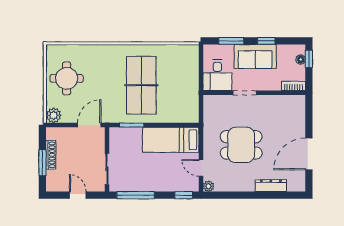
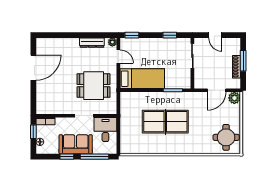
window: (231, 41) -> (94, 157), width x1.44
window: (309, 59) -> (33, 132), moved
round table: (67, 78) -> (226, 137), moved
table tennis table: (141, 85) -> (165, 122), turned 90
door: (89, 125) -> (217, 90), moved
dining table: (241, 145) -> (94, 86), moved
dresser: (271, 186) -> (92, 43), moved
window: (136, 195) -> (170, 35), width x0.46

